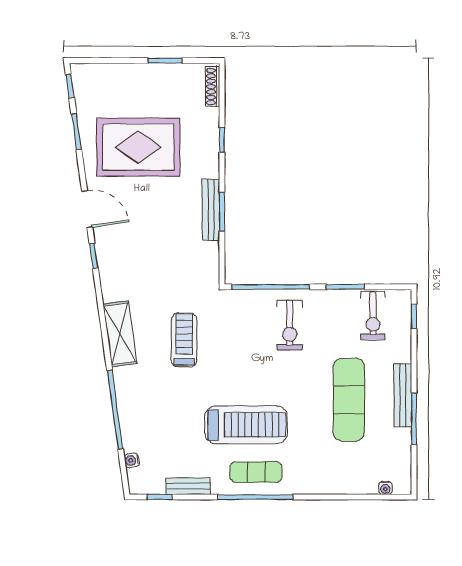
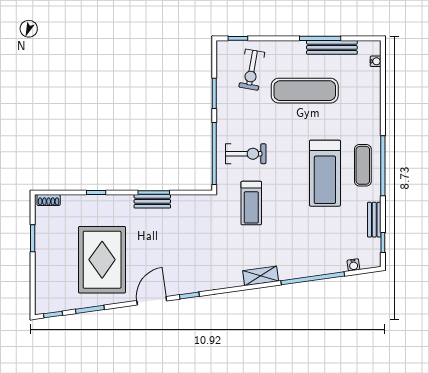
shoe rack: (213, 87) -> (49, 200), width x0.70
bench: (211, 210) -> (152, 201), width x0.73
exercise bike: (373, 316) -> (252, 70), moved, turned 100
exercise bike: (290, 325) -> (246, 154), moved
shelving: (120, 334) -> (261, 276), width x0.67, depth x0.75
treadmill: (184, 340) -> (251, 203), moved, turned -90
bench: (403, 395) -> (332, 47), moved
treadmill: (246, 425) -> (325, 173), turned 180

